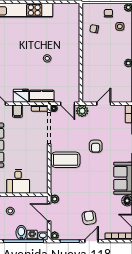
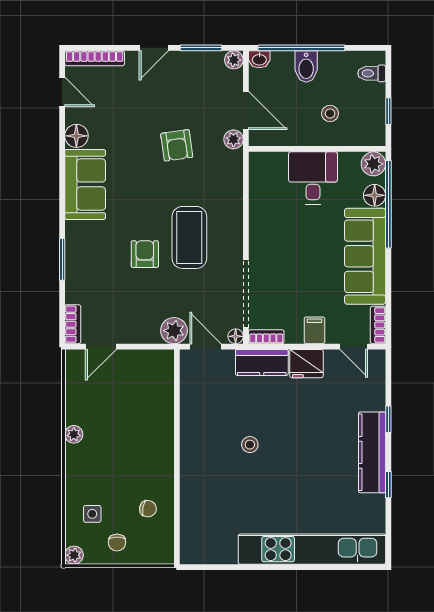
door: (104, 104) -> (101, 347), moved
coffee table: (66, 160) -> (189, 237), moved, turned 90
armchair: (89, 218) -> (177, 145), moved
washing machine: (32, 235) -> (283, 61), removed

